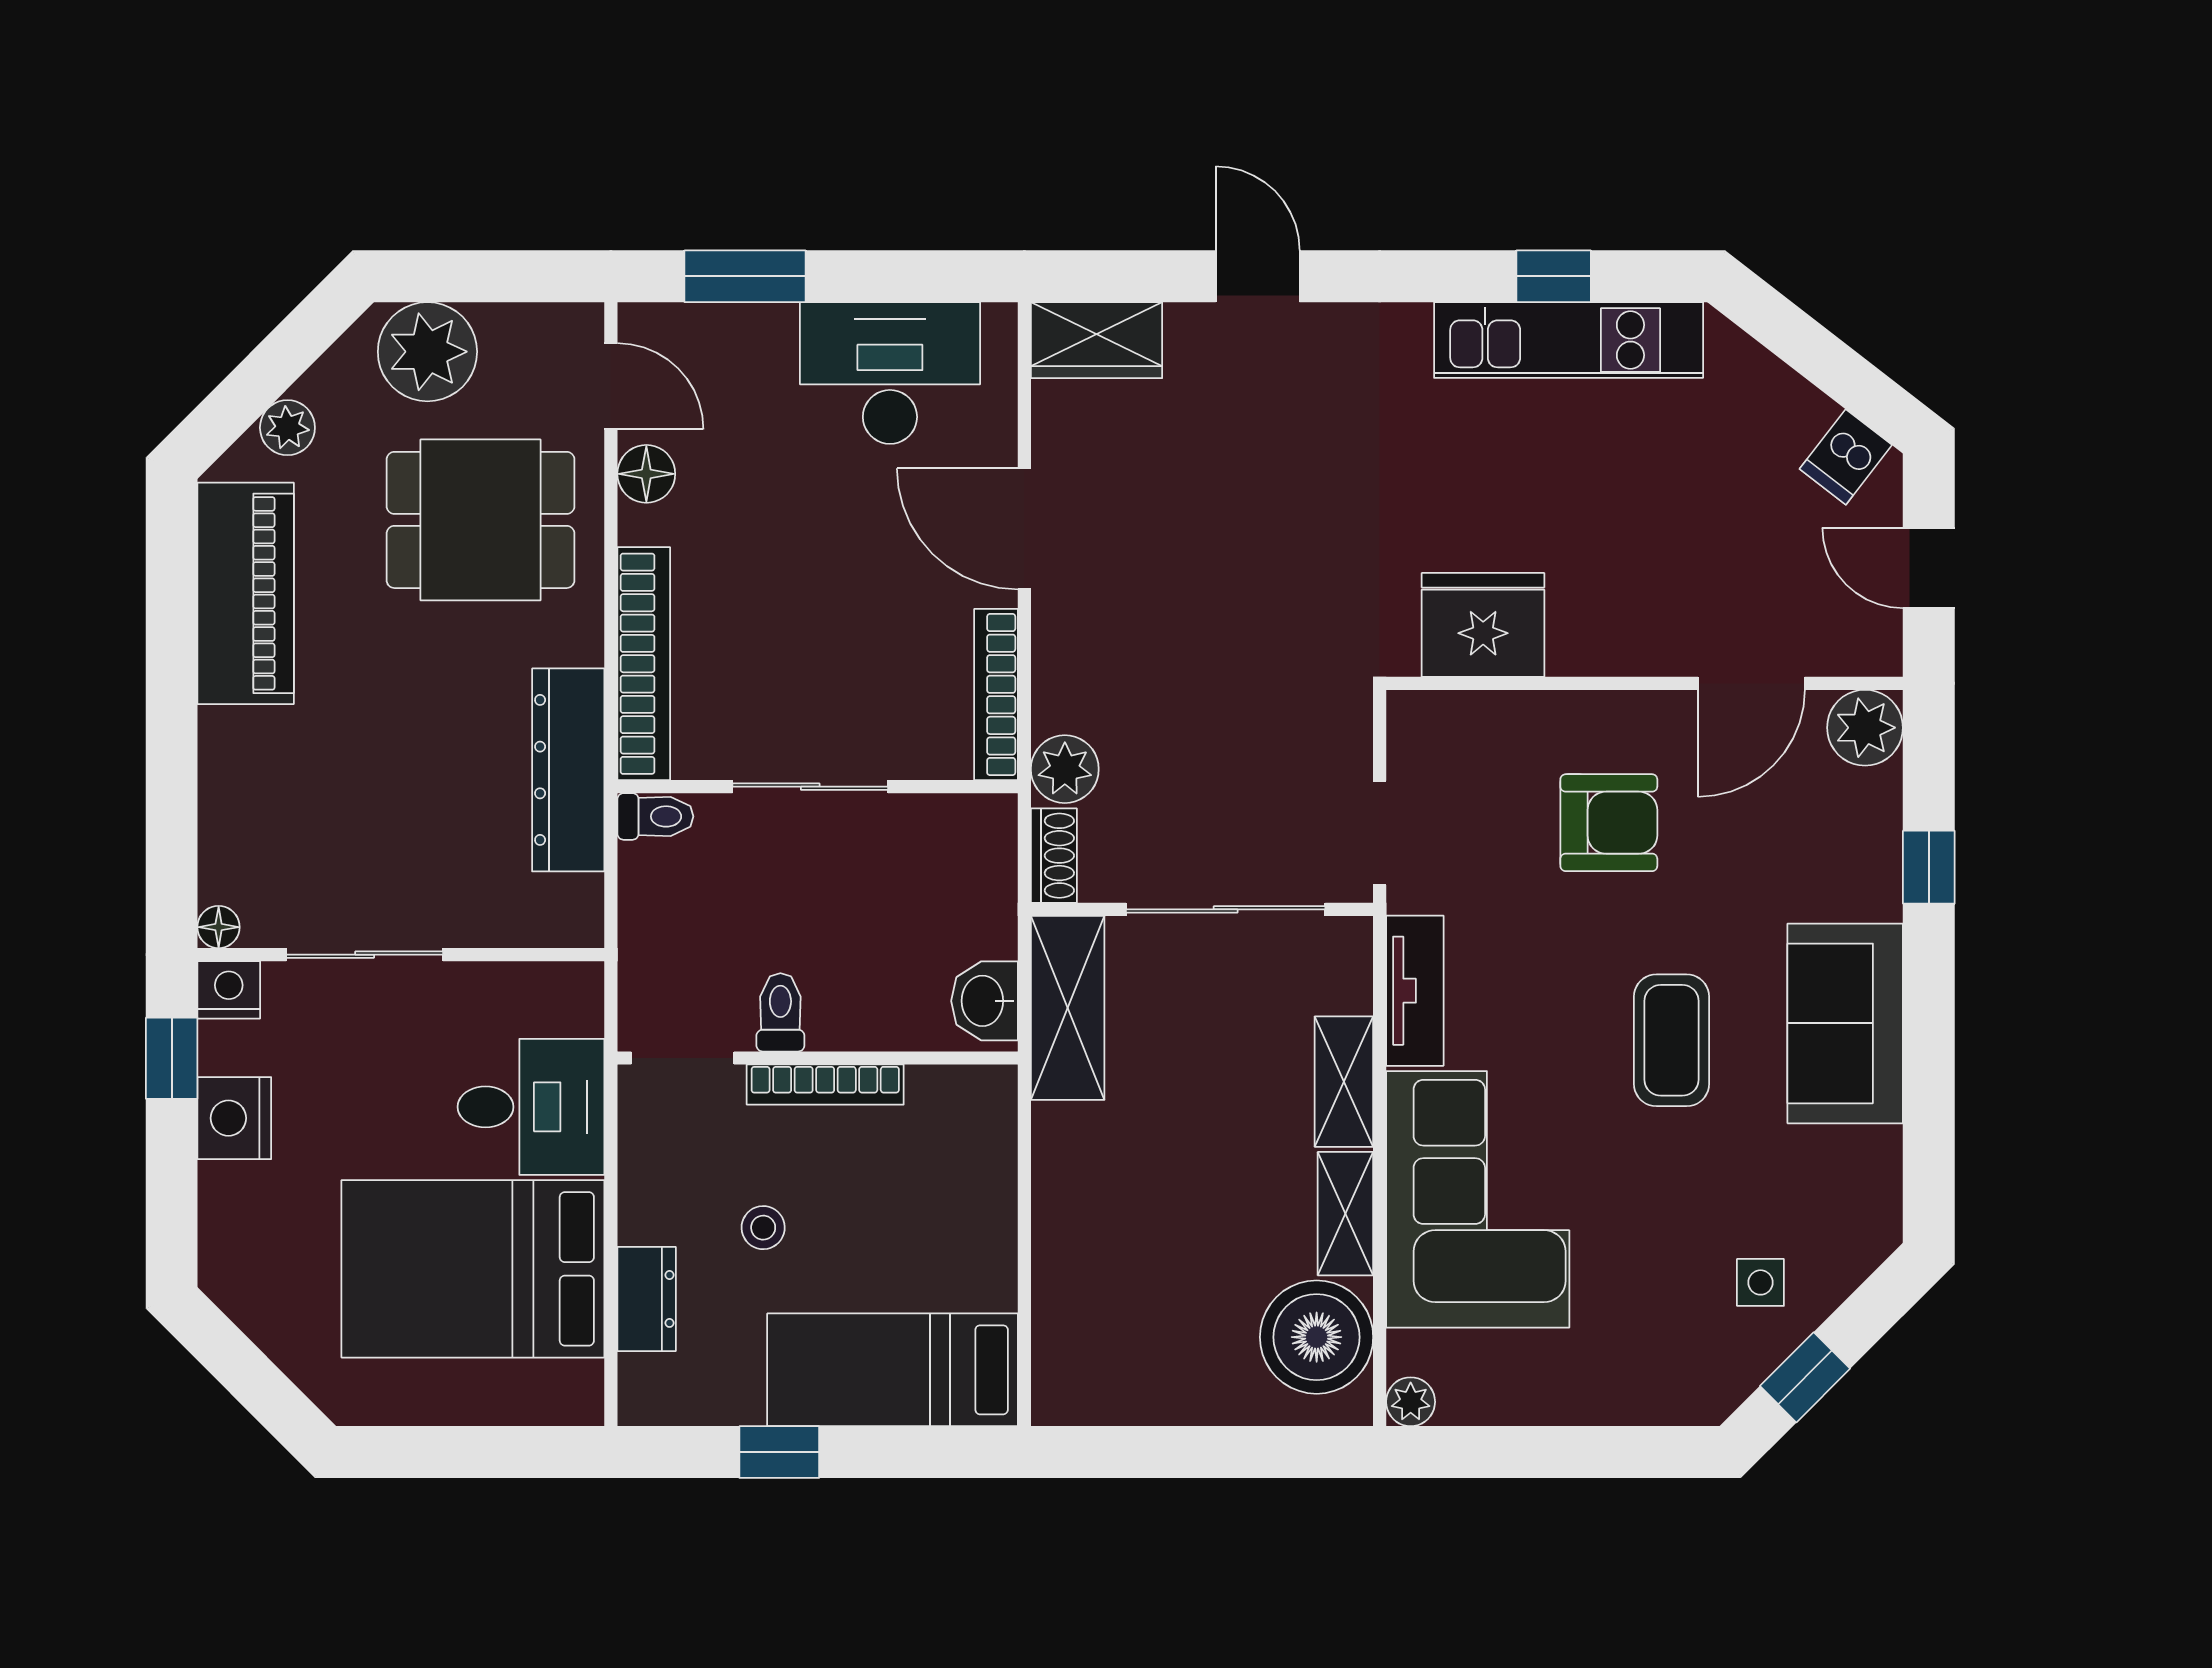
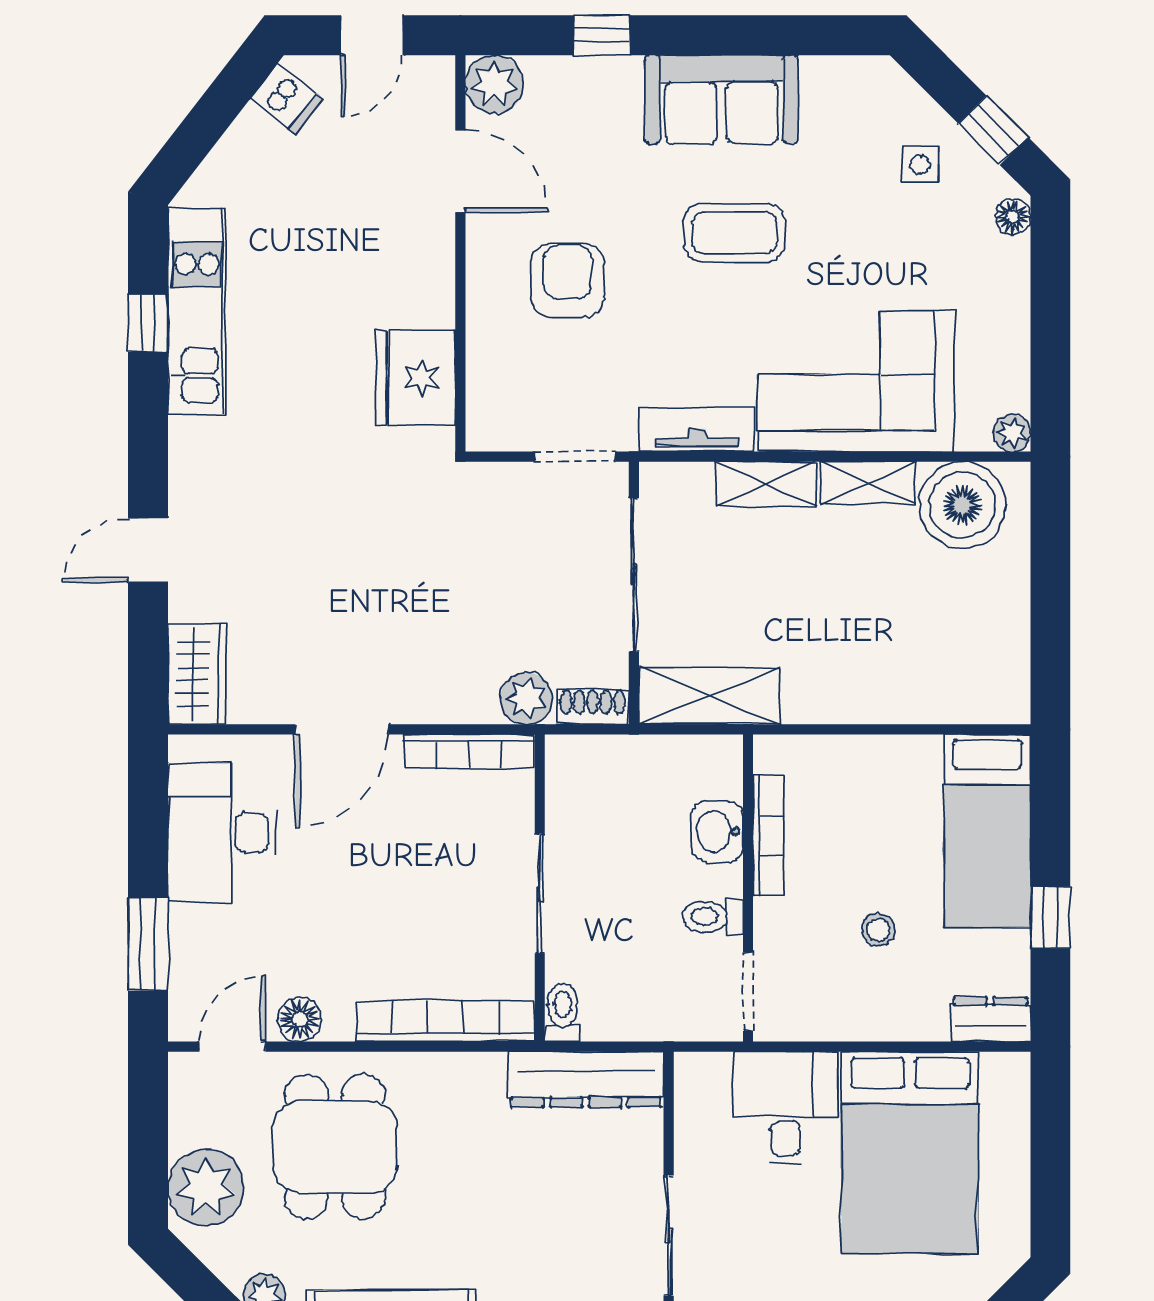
dresser: (568, 770) -> (586, 1079), moved
washbasin: (984, 1001) -> (717, 831), moved, turned 90
bookcase: (825, 1085) -> (768, 836), moved
dresser: (647, 1299) -> (991, 1019), moved
floor lamp: (1692, 1403) -> (1013, 217), added

